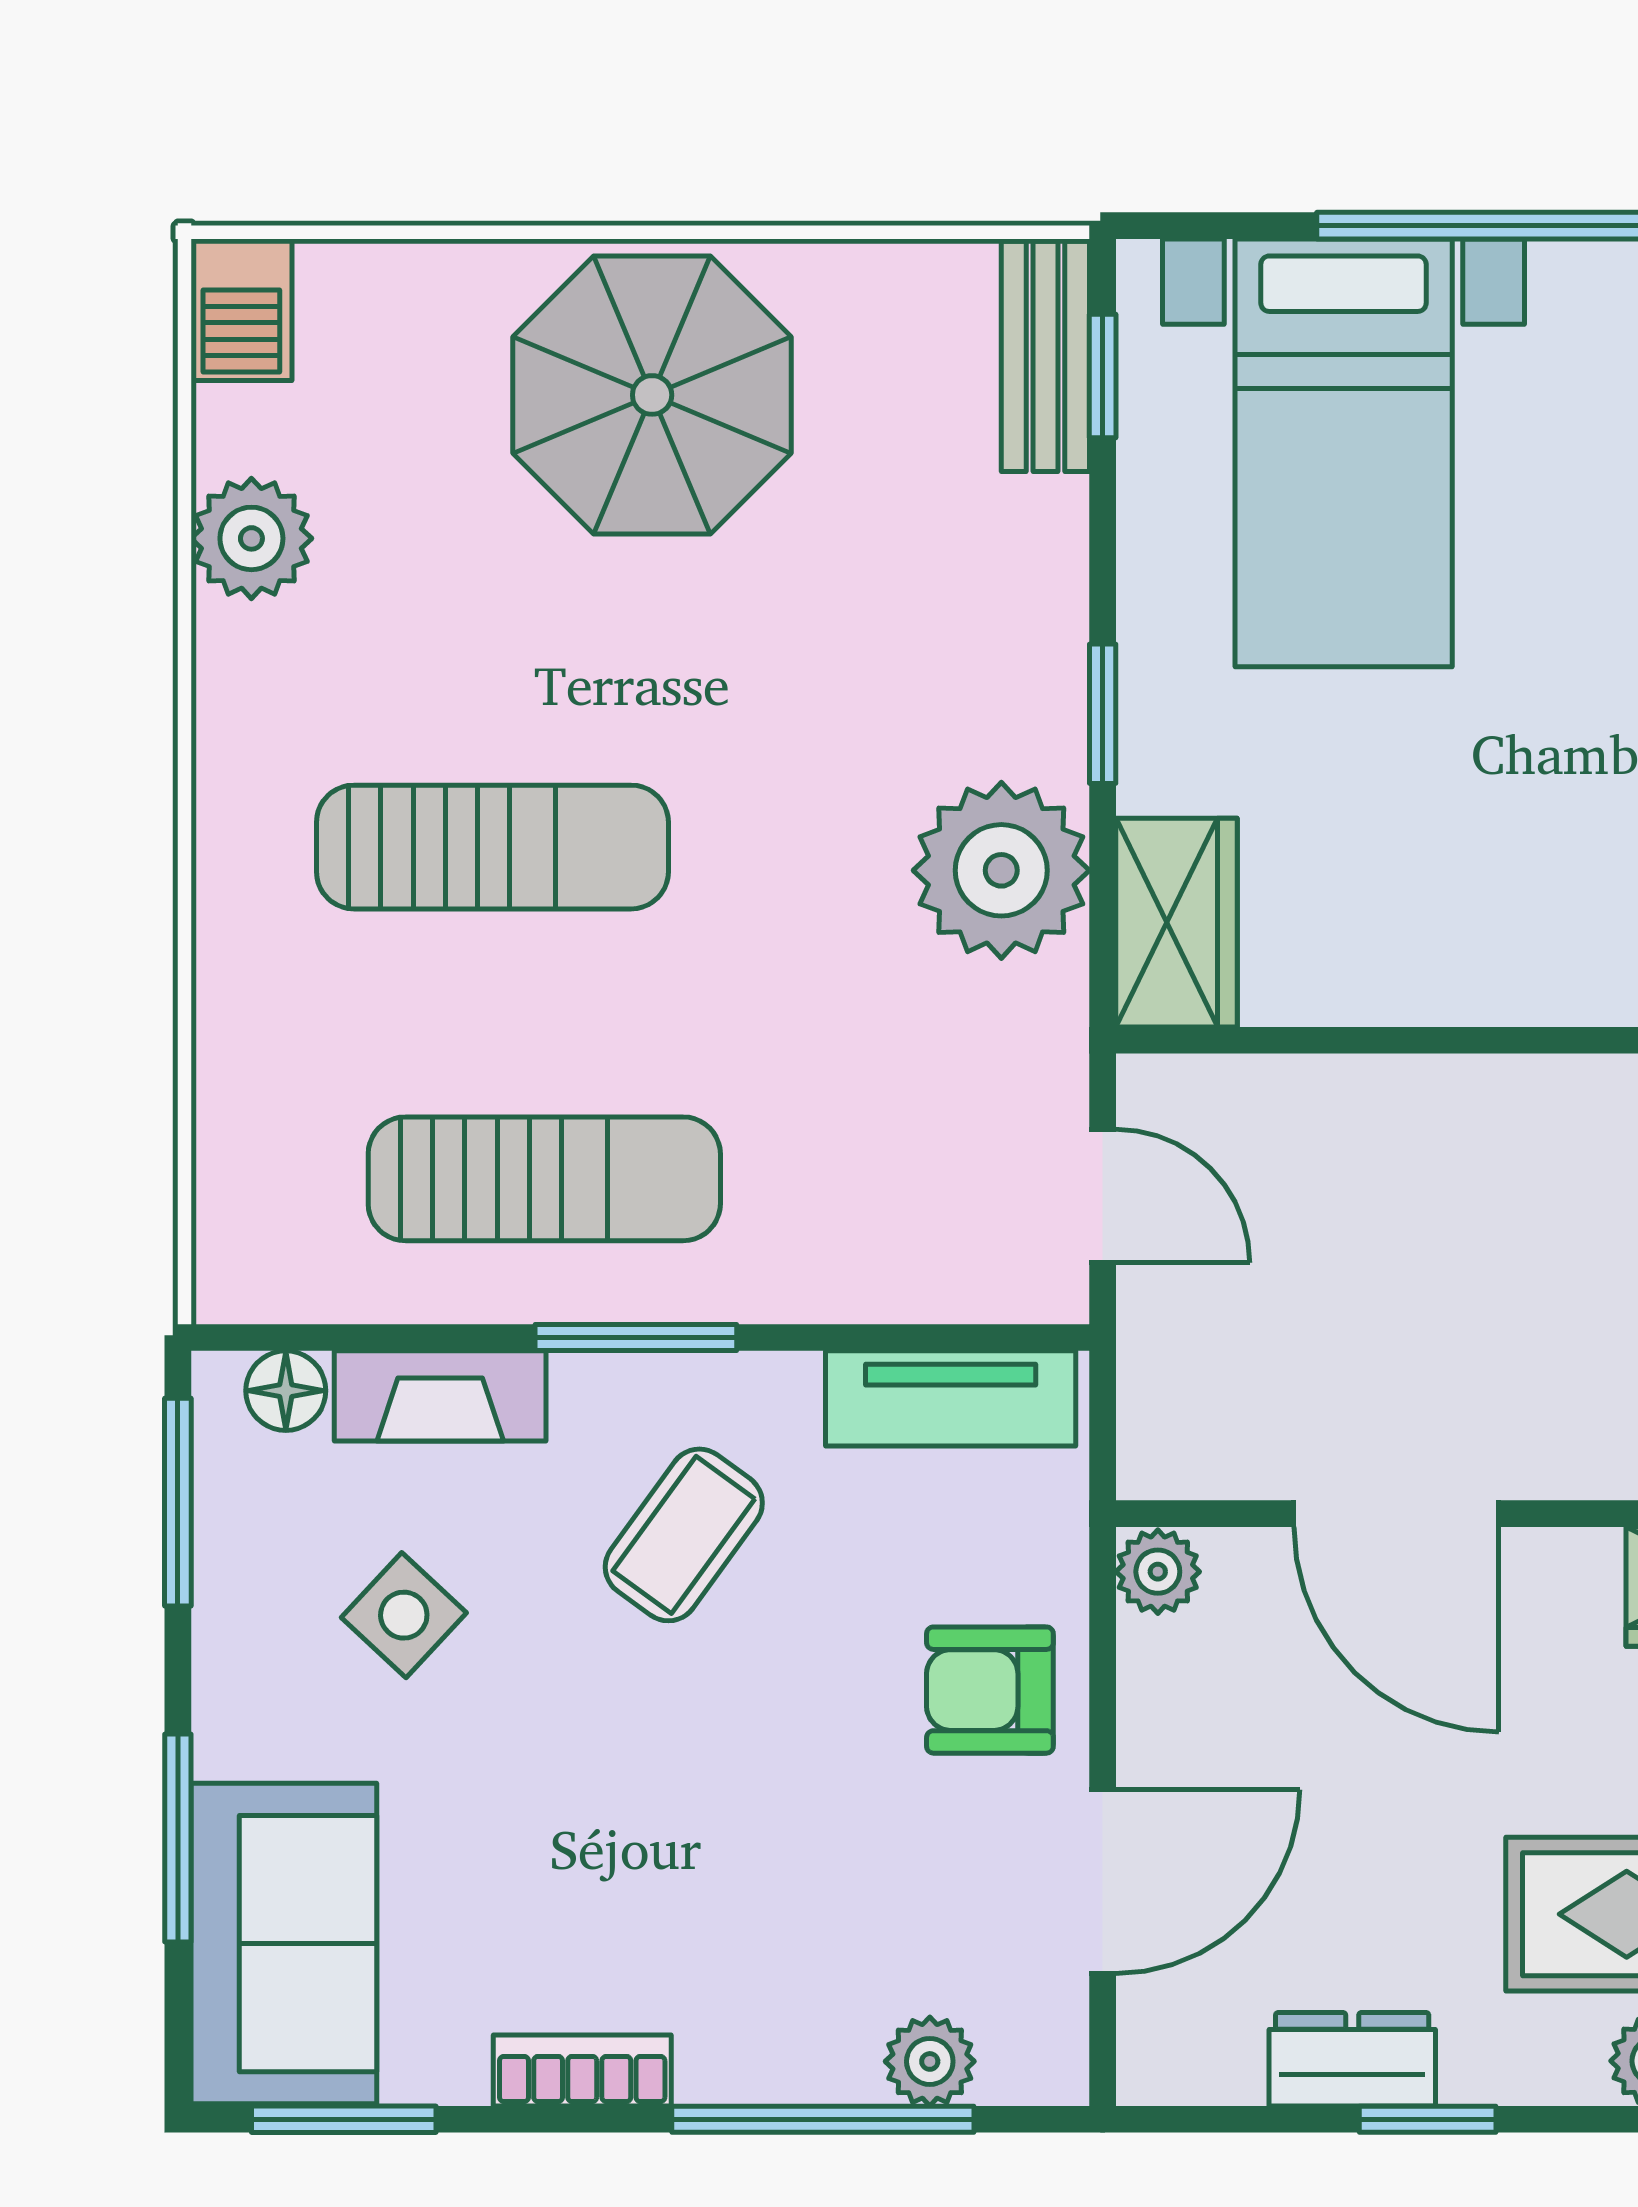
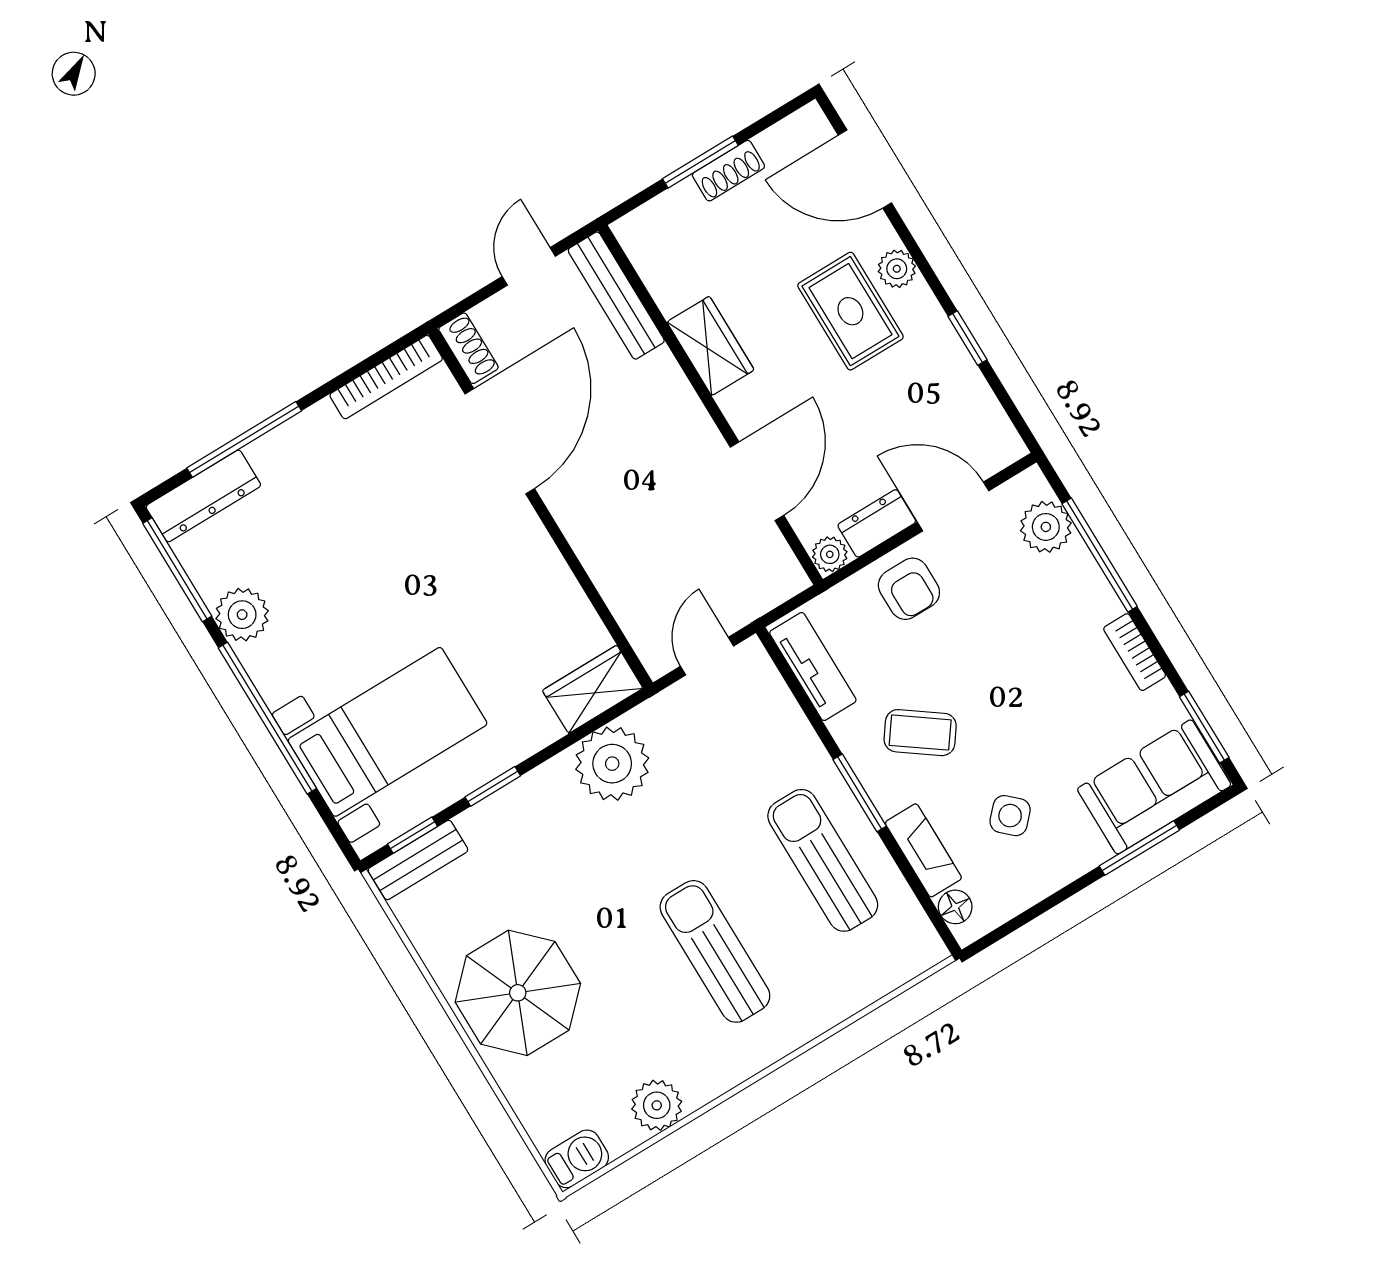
window: (1103, 714) -> (493, 786), moved
window: (178, 1502) -> (1019, 921), removed
dresser: (1352, 2059) -> (877, 523), moved, turned 90
plant: (930, 2061) -> (1046, 527), width x1.38, depth x1.38

